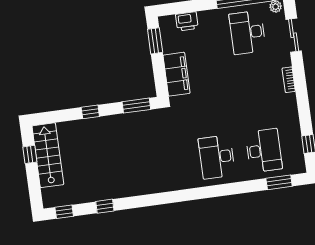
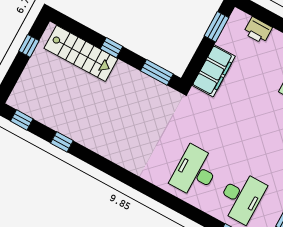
stairs: (48, 155) -> (81, 53), moved, turned 90

